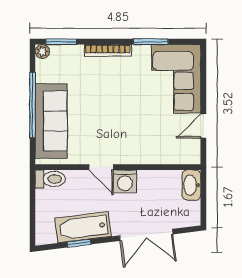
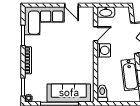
door: (101, 167) -> (95, 34), moved

